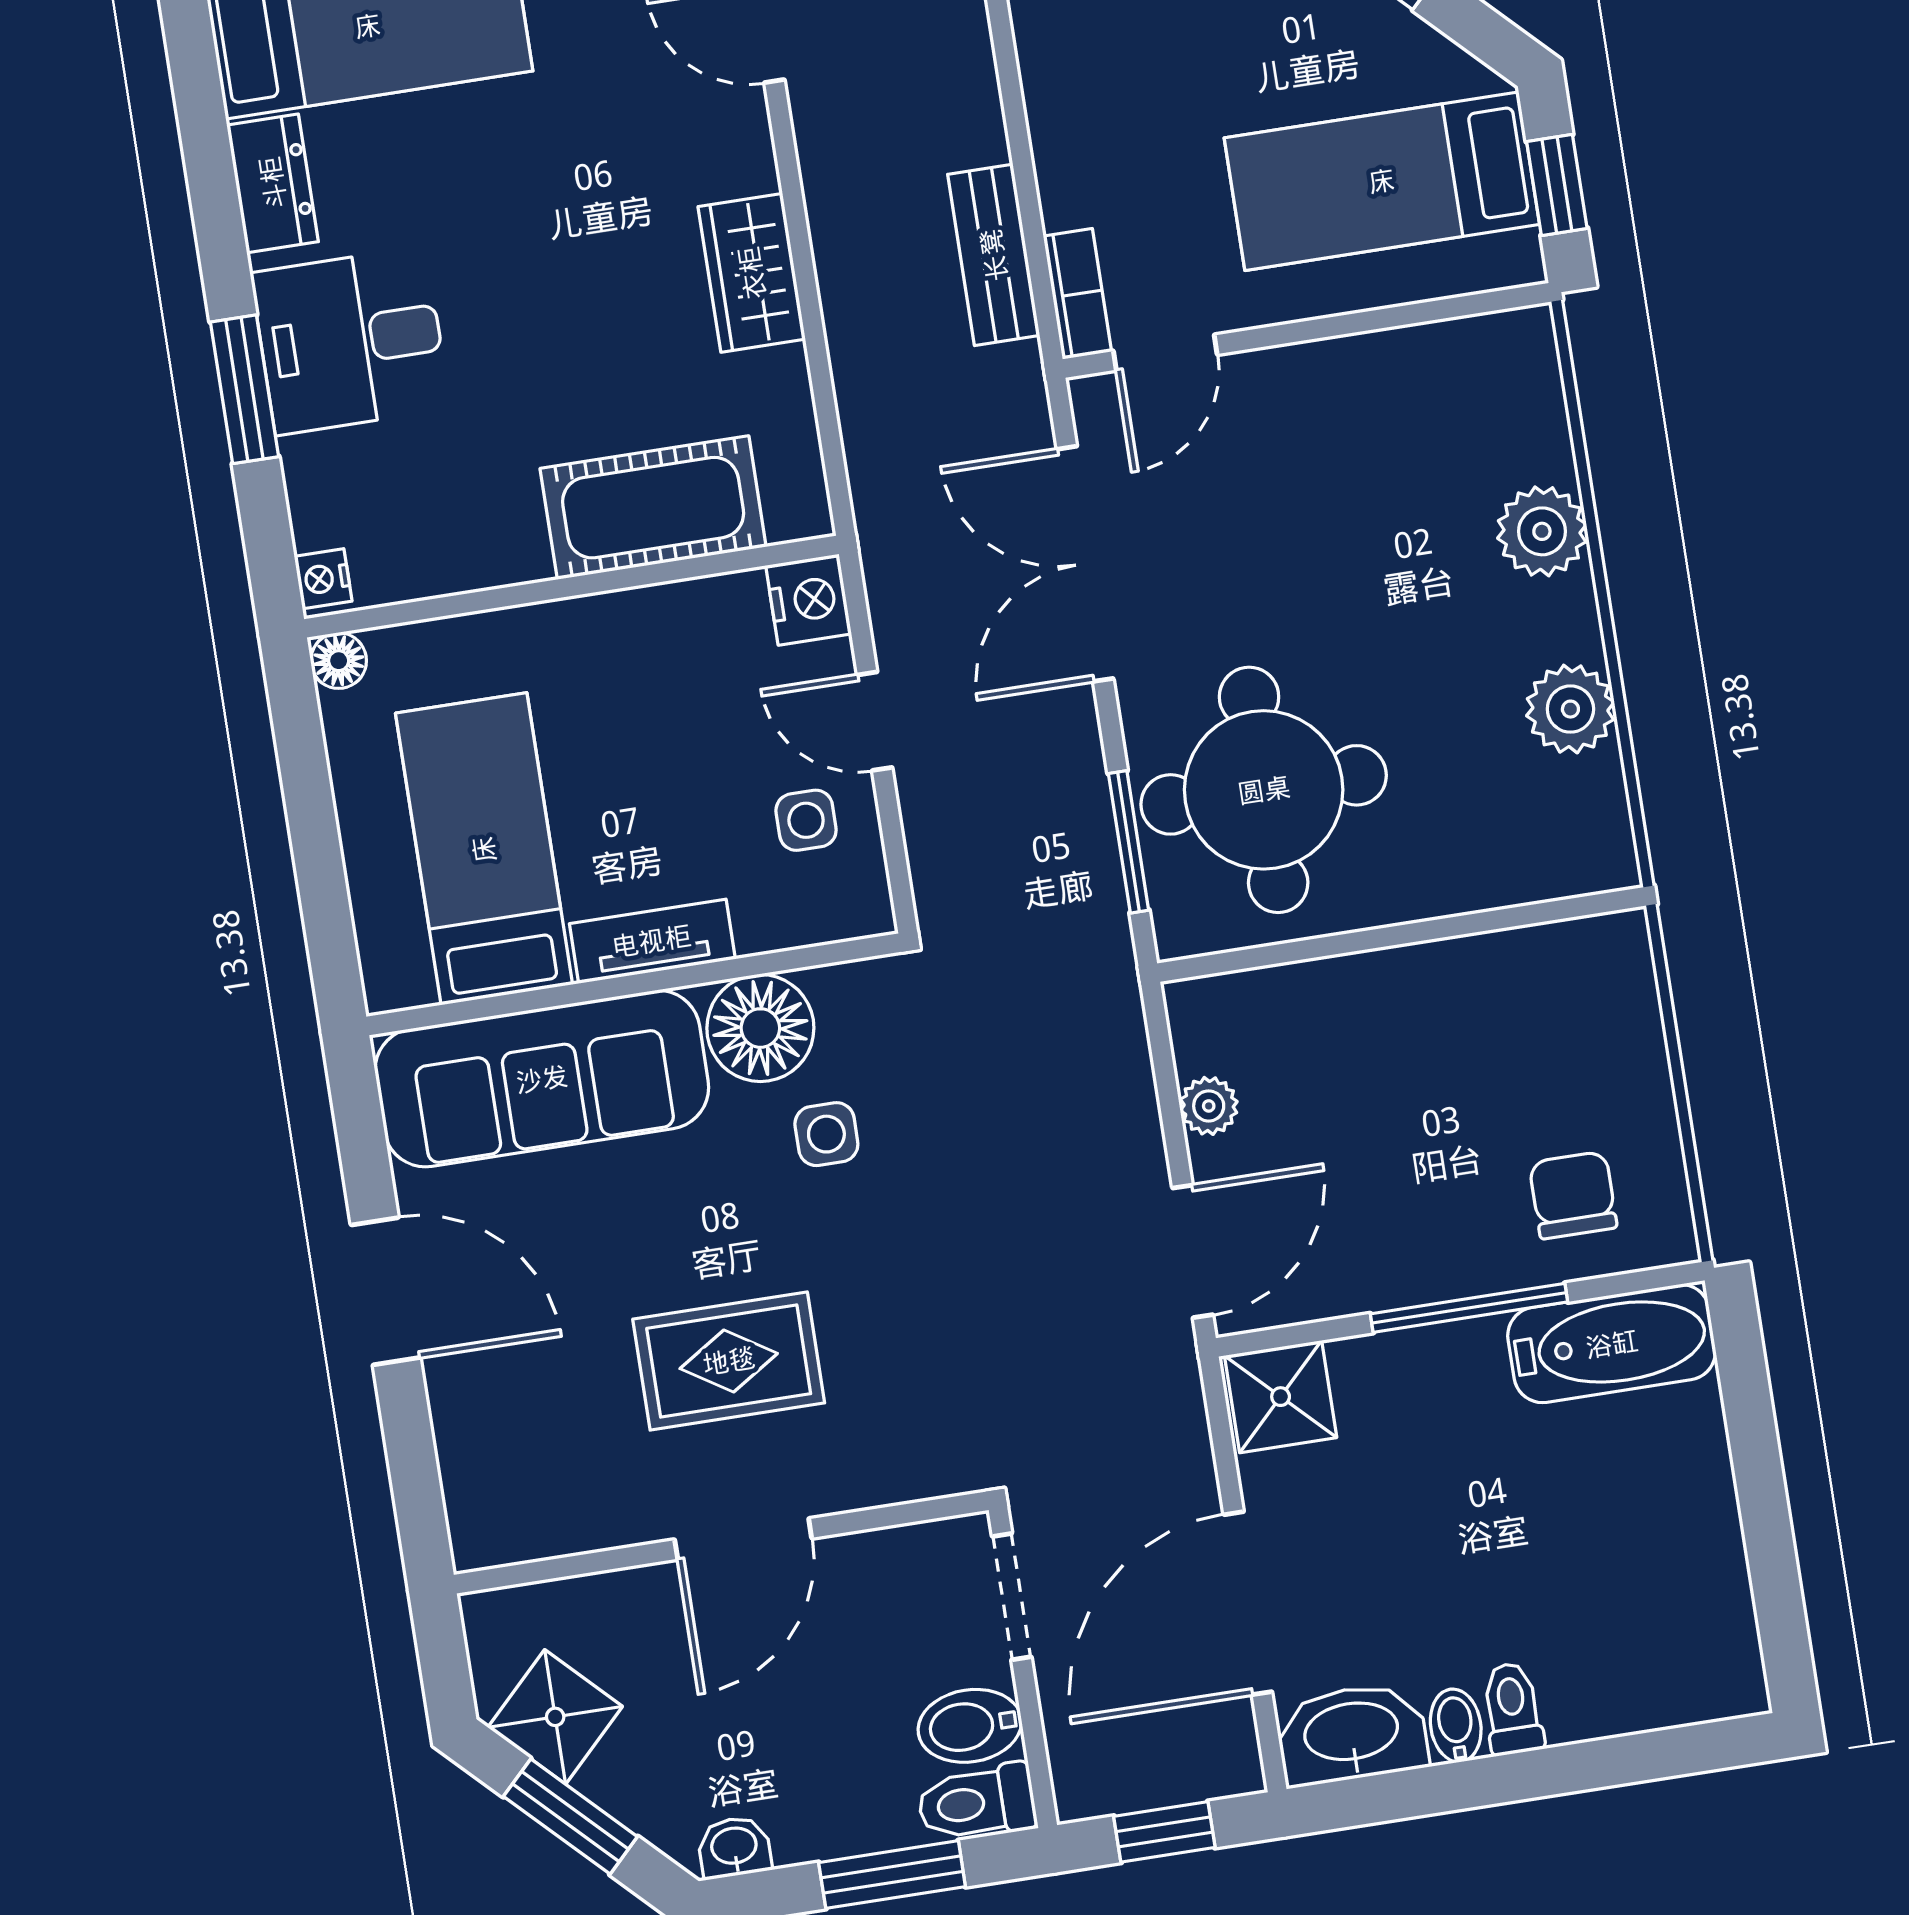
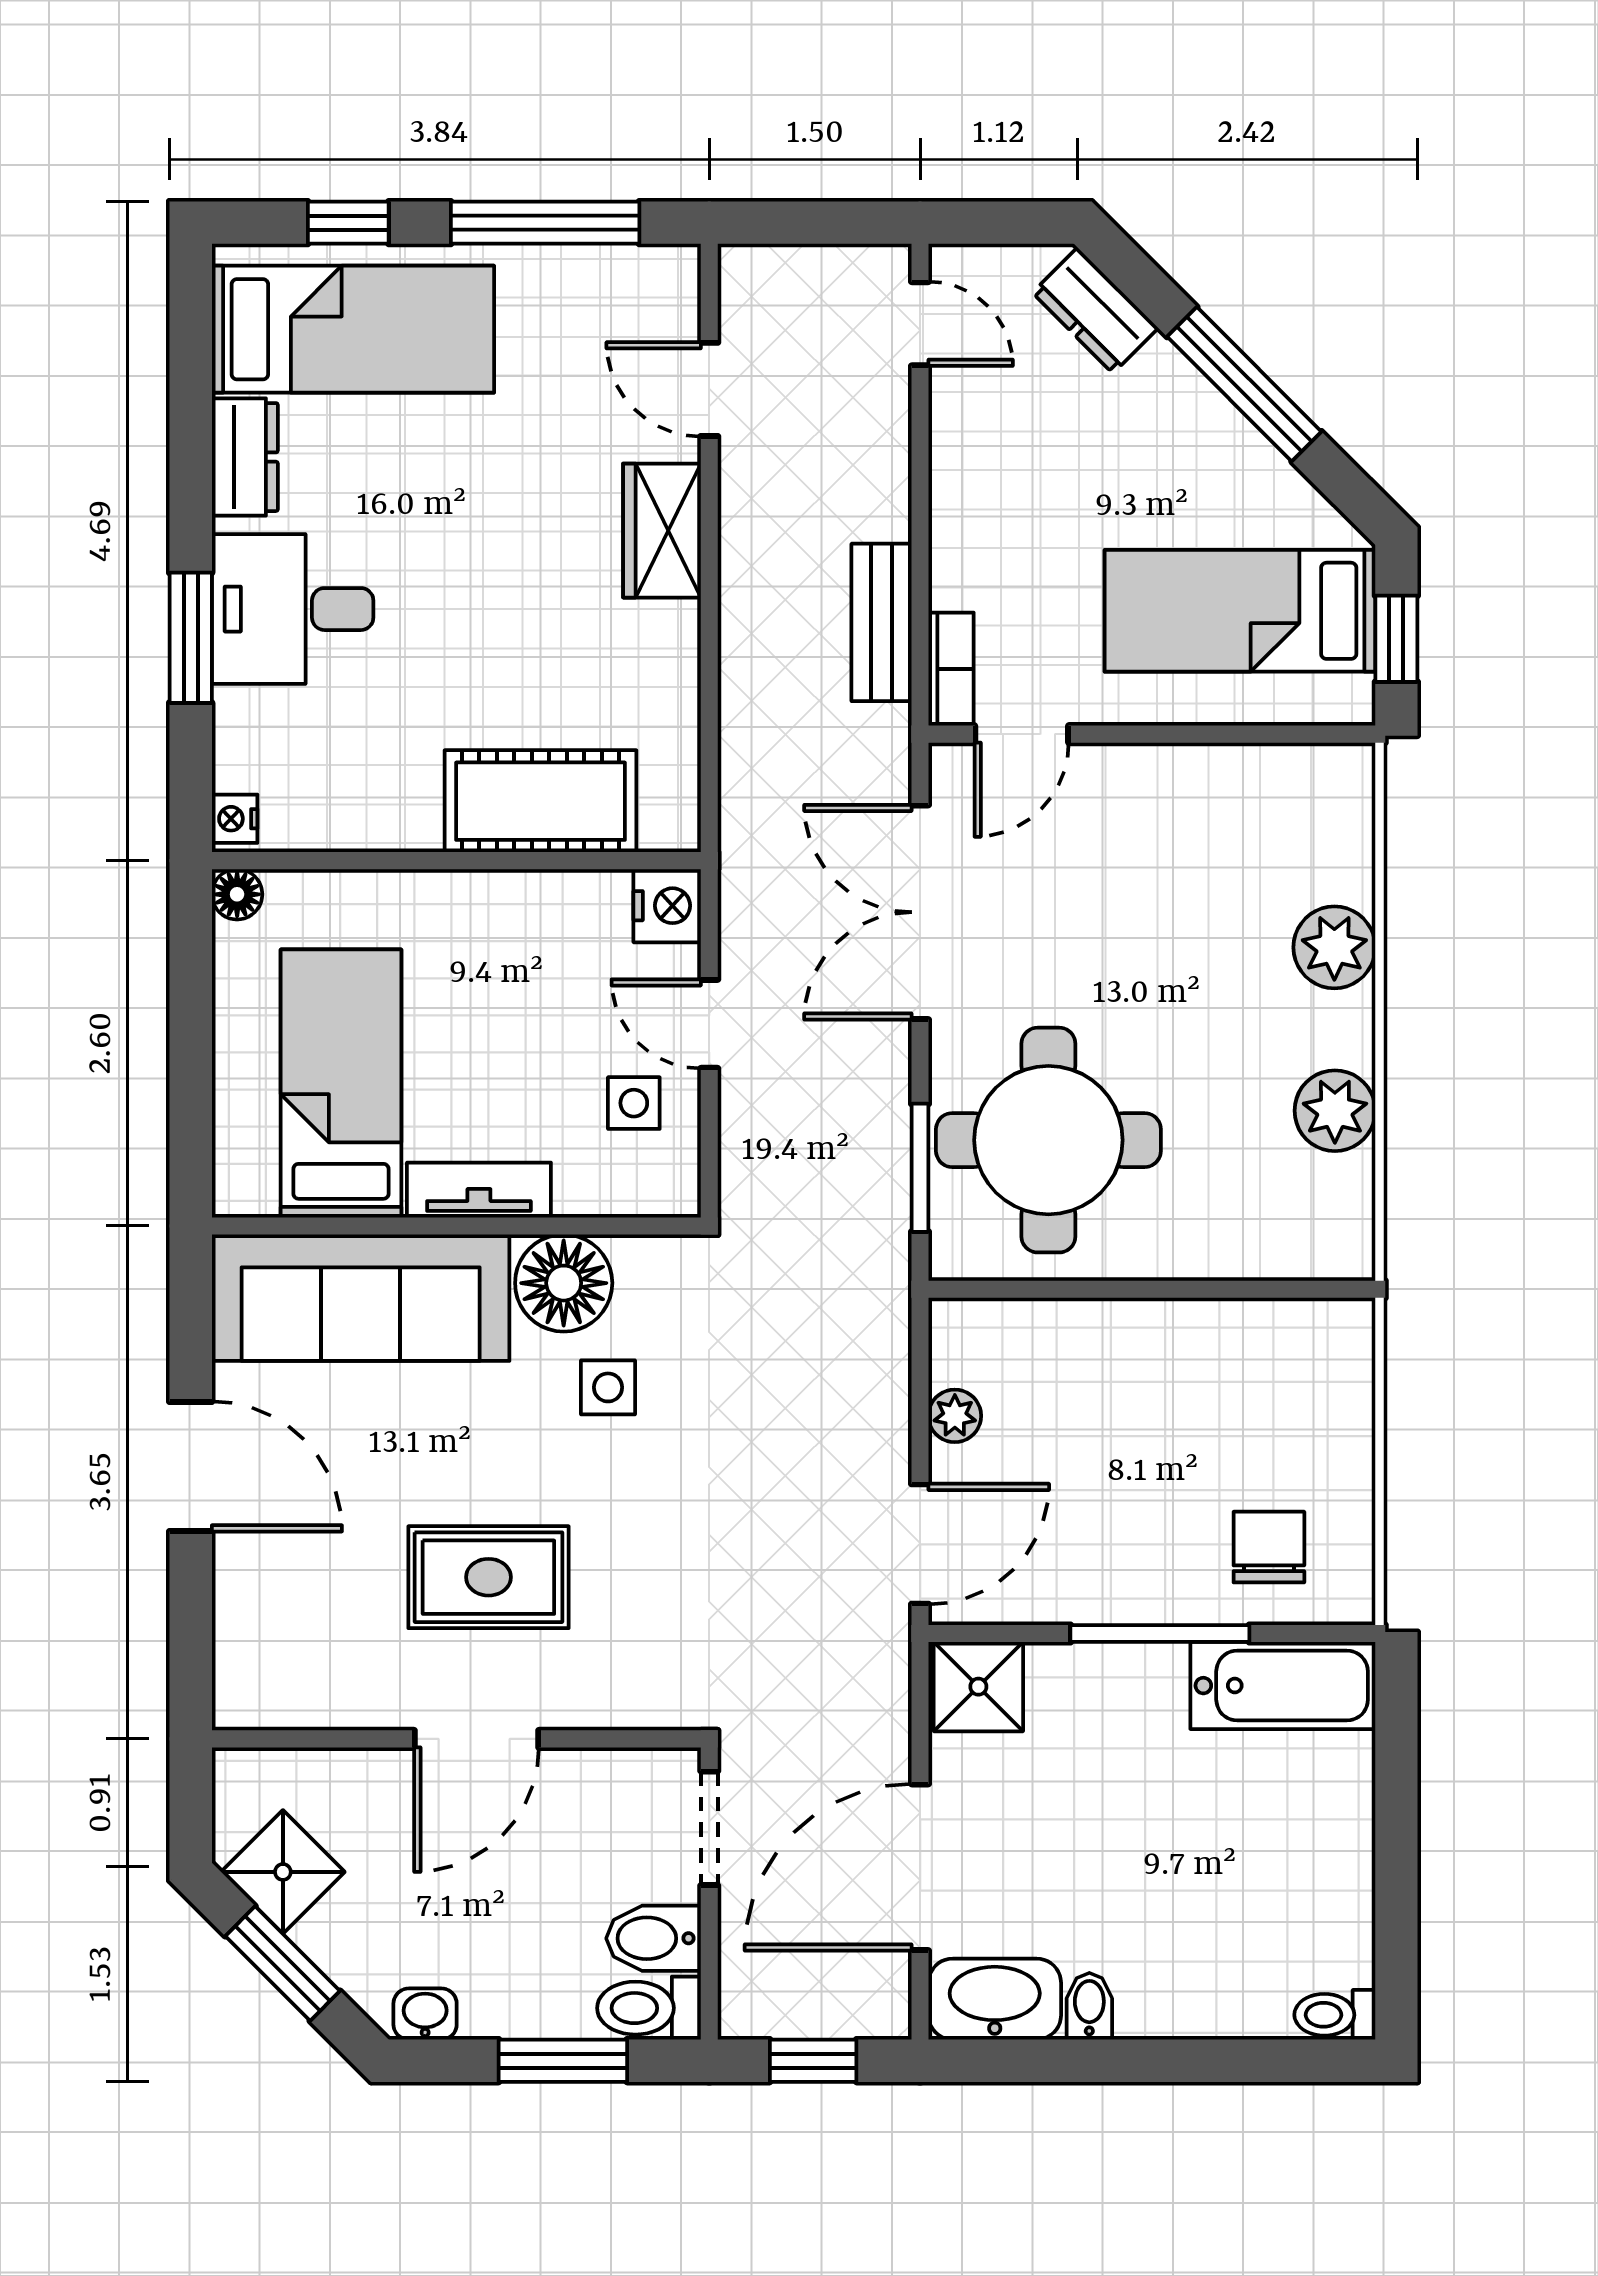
wardrobe: (752, 273) -> (662, 531), moved
toilet: (1512, 1709) -> (1335, 2015), moved, turned -90

